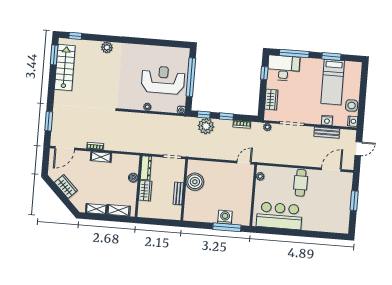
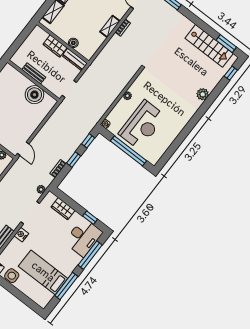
window: (331, 56) -> (66, 286), width x1.44
nightstand: (327, 120) -> (21, 235), moved
plant: (206, 126) -> (77, 136), removed

